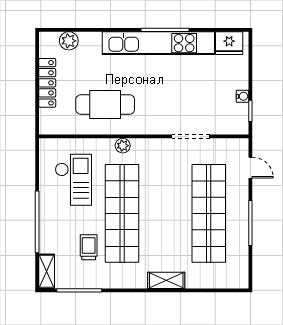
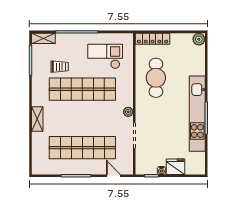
plant: (69, 41) -> (199, 39), moved
fridge: (229, 43) -> (175, 167), moved, turned 90
locker: (47, 83) -> (153, 39), moved
plant: (123, 146) -> (128, 112), moved
door: (250, 168) -> (113, 176), swing flipped
checkout: (73, 180) -> (105, 56), turned 180

